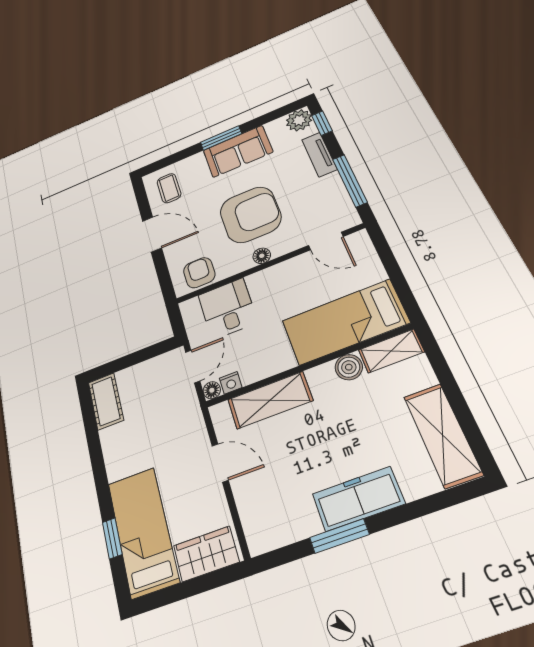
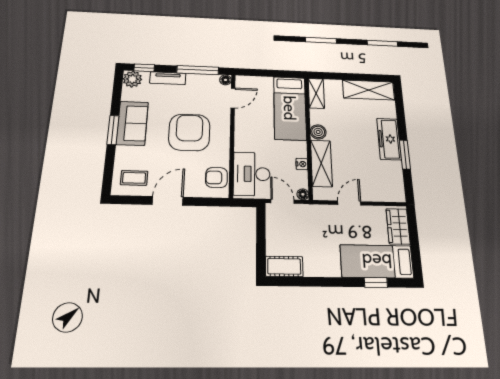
floor lamp: (262, 256) -> (226, 80), moved
desk: (228, 309) -> (252, 174), width x1.37
boiler: (349, 367) -> (318, 132), moved
nightstand: (231, 383) -> (302, 164), moved

